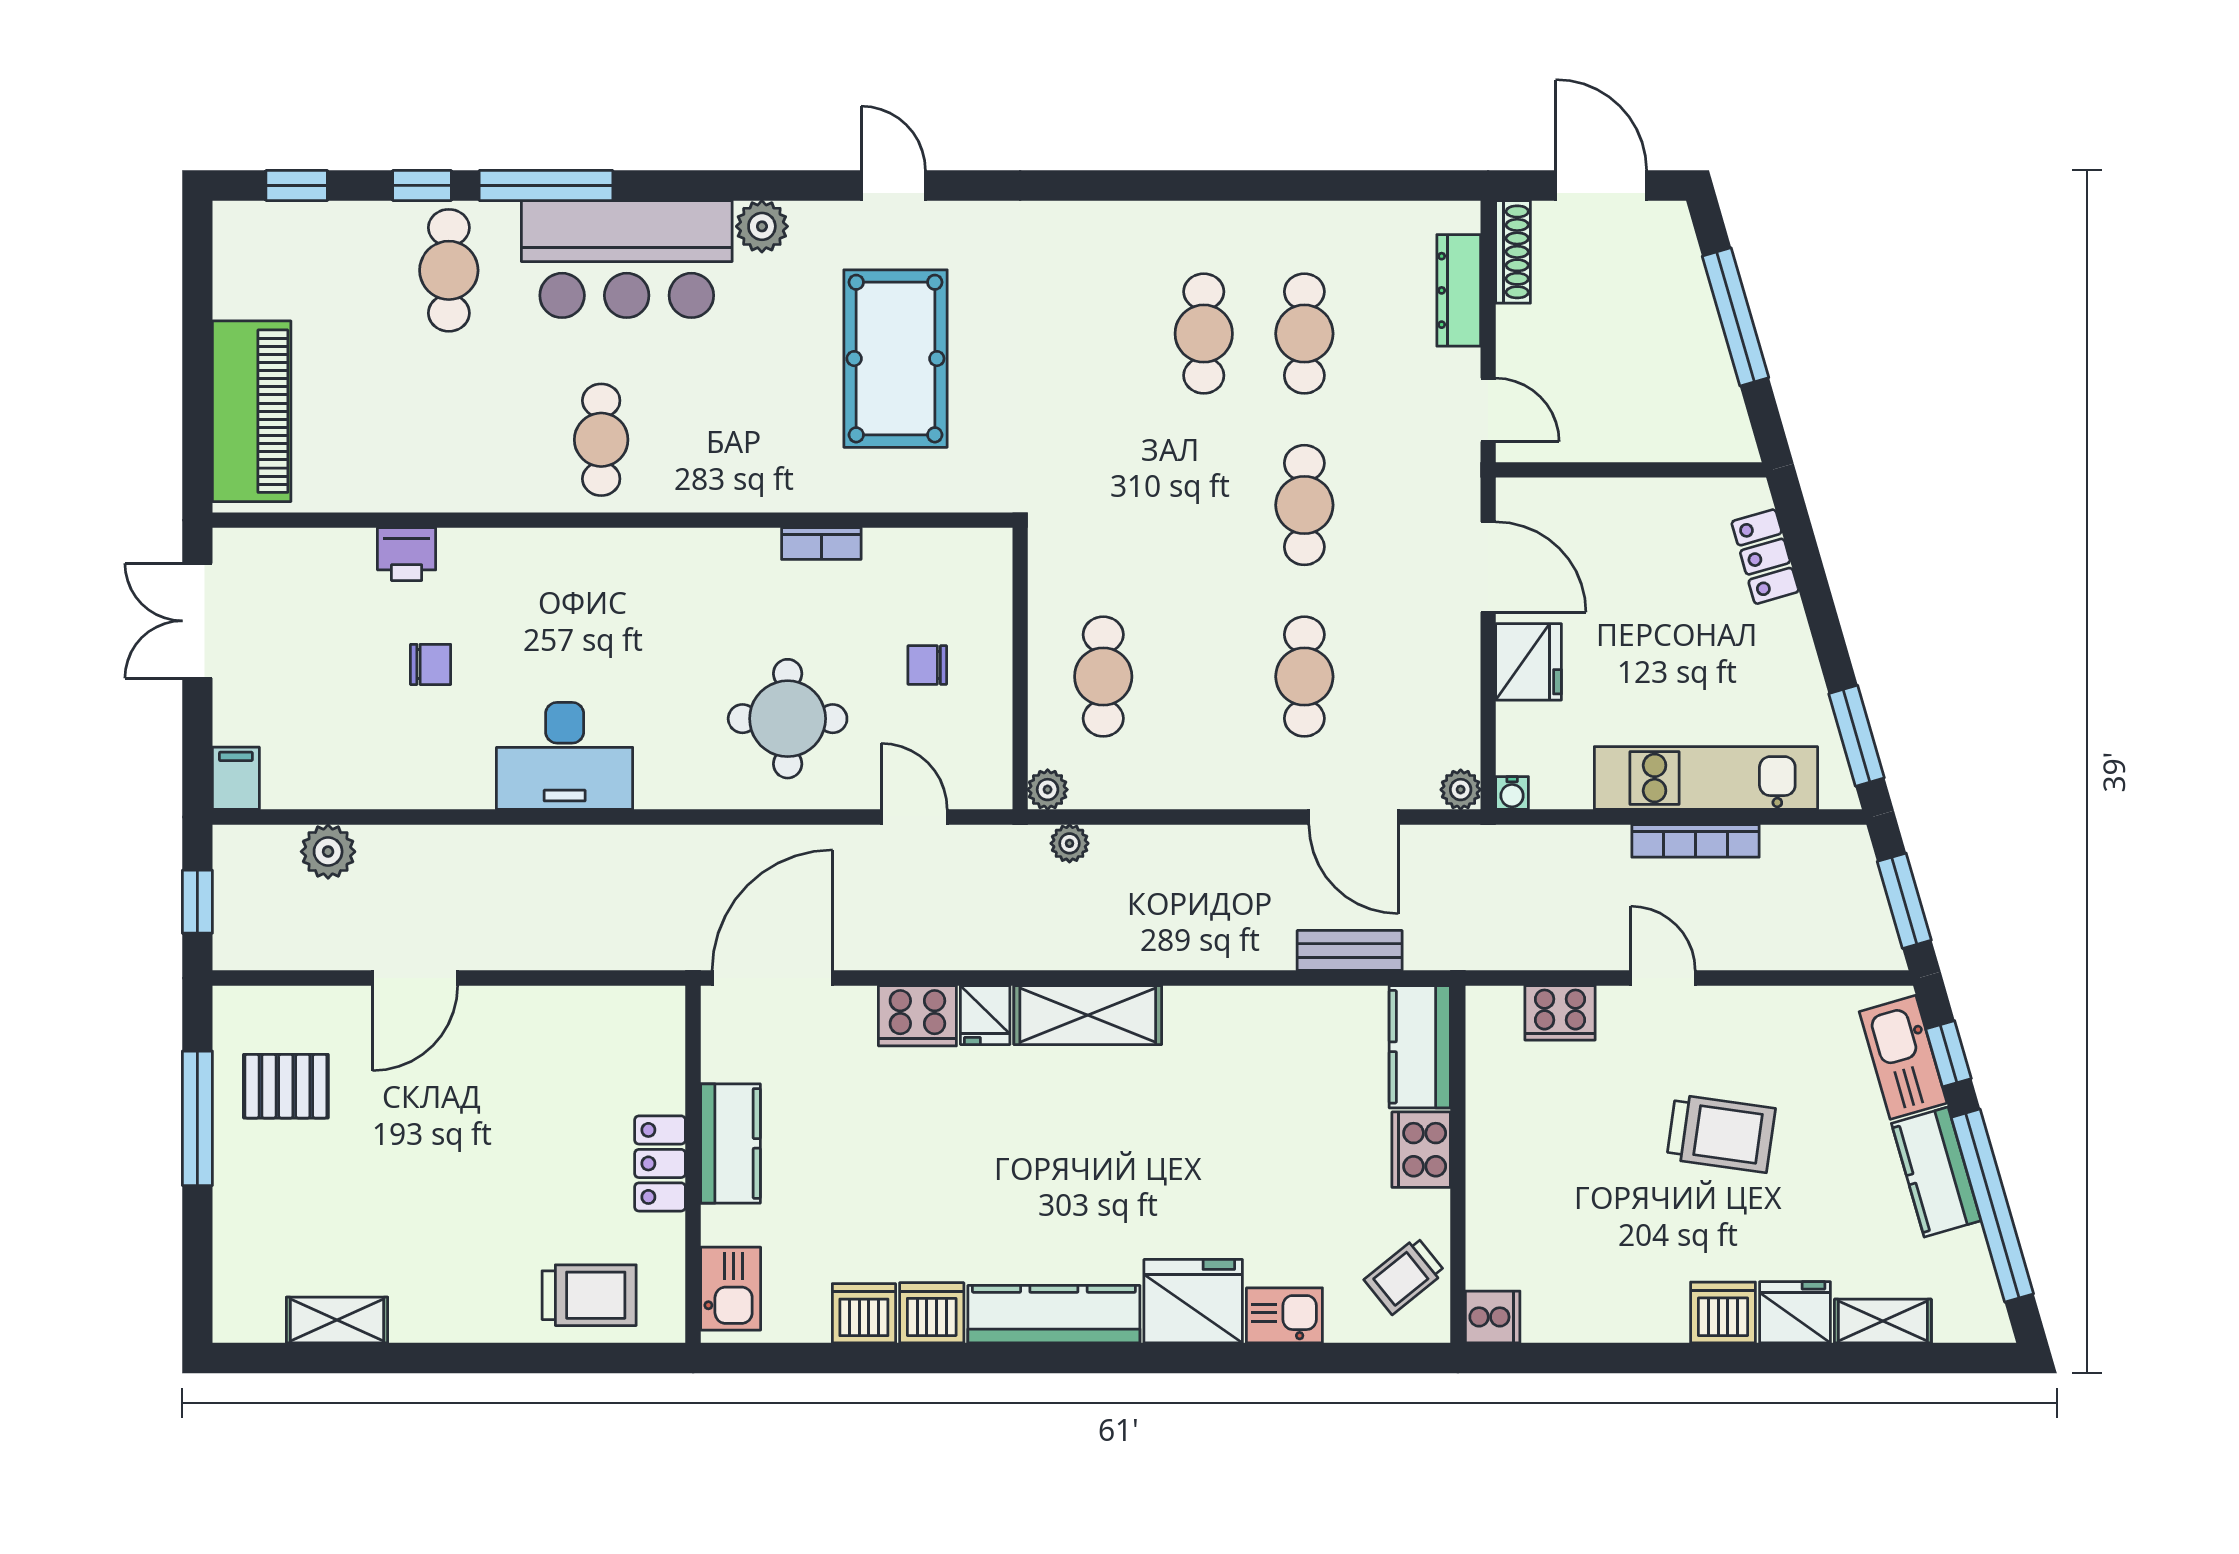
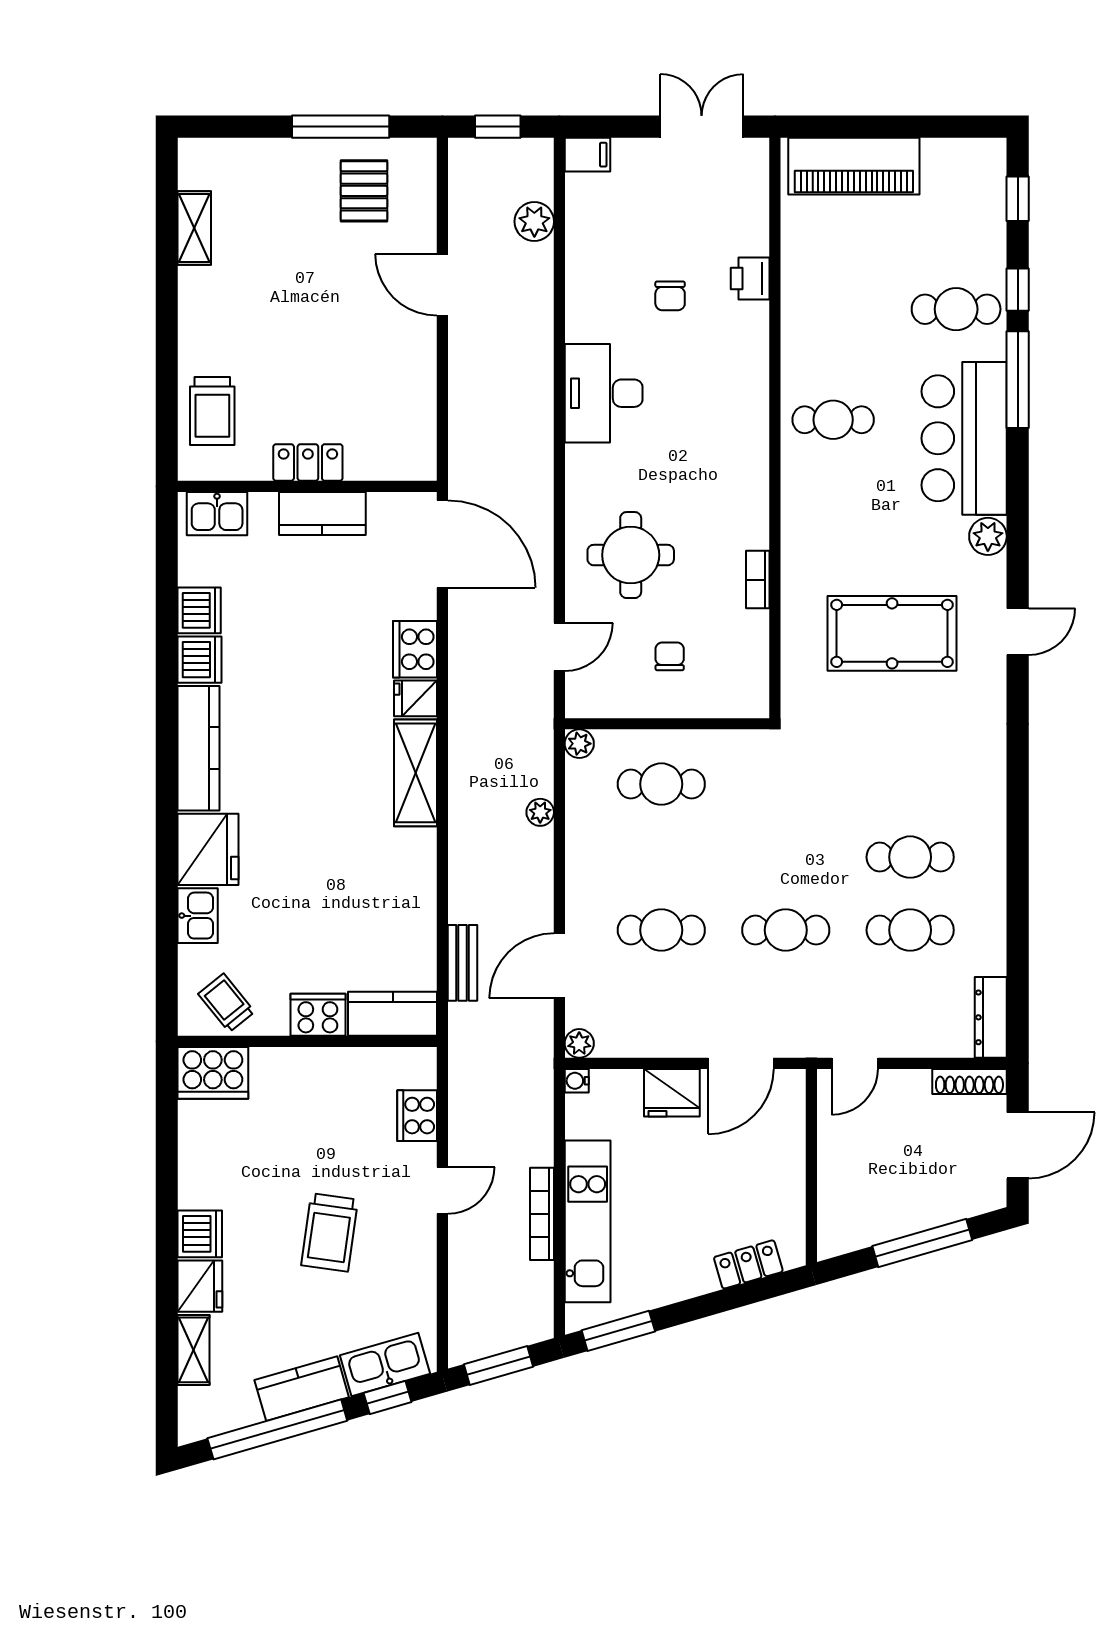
dresser: (1459, 290) -> (991, 1017), moved, turned -90
plant: (1070, 843) -> (540, 812), moved
cooker: (1493, 1317) -> (213, 1073), width x1.87, depth x1.31

